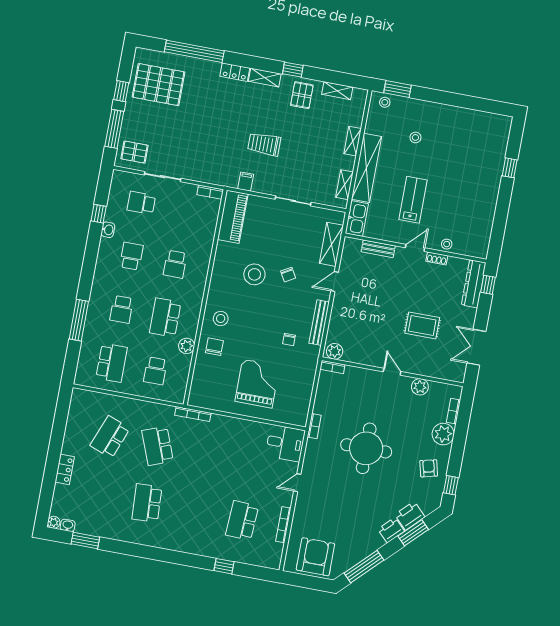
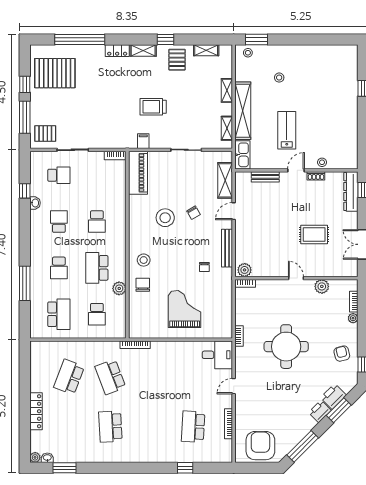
school desk: (141, 203) -> (59, 175), turned 180
plant: (443, 434) -> (353, 318), width x0.53, depth x0.53
locker: (65, 469) -> (36, 411), width x1.53

